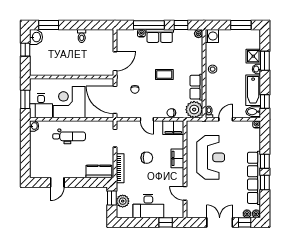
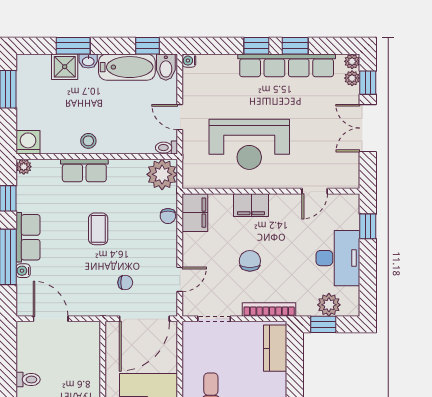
door: (115, 61) -> (51, 319), moved
row of seats: (196, 87) -> (84, 170), moved
door: (147, 119) -> (180, 279), moved
reception desk: (211, 157) -> (249, 144), turned 180

